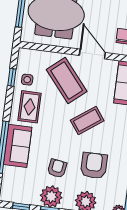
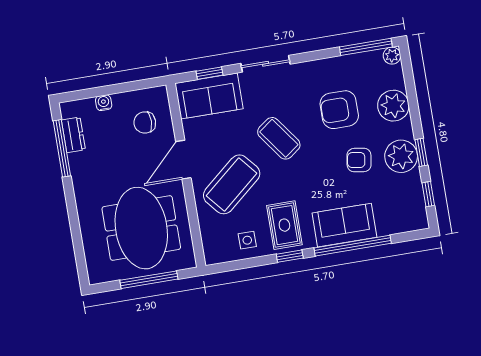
window: (12, 77) -> (290, 256), moved
rug: (30, 107) -> (284, 225), turned 90

